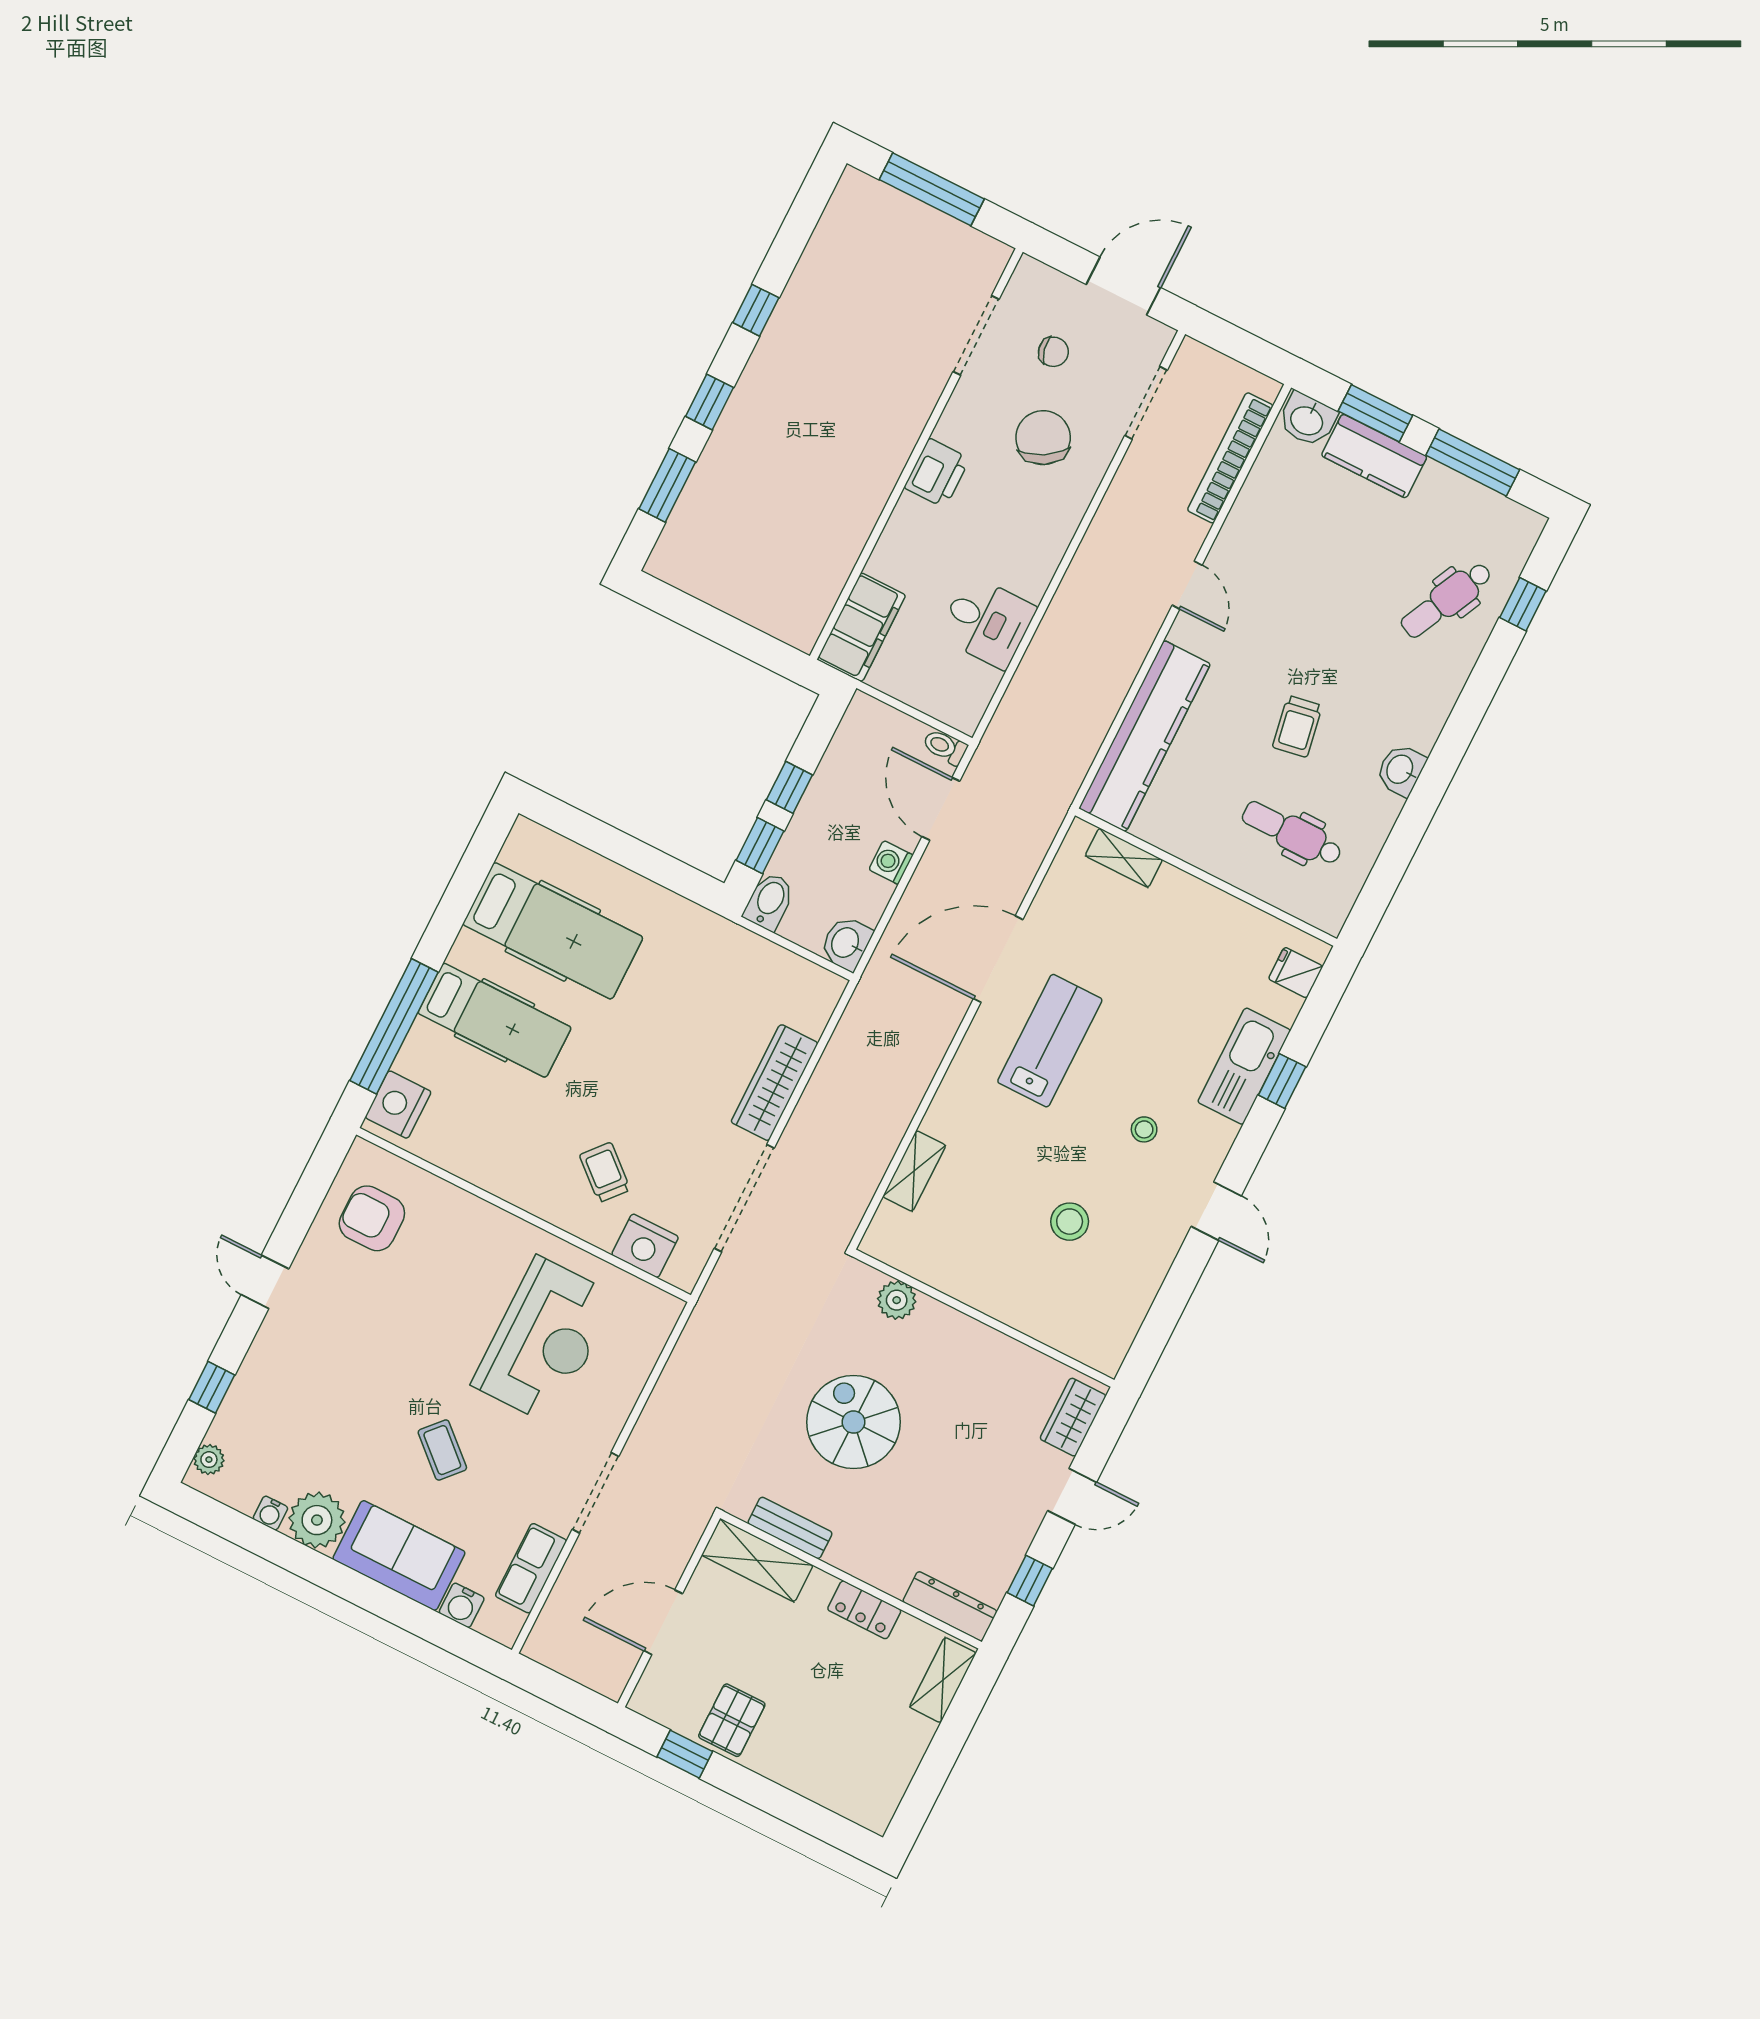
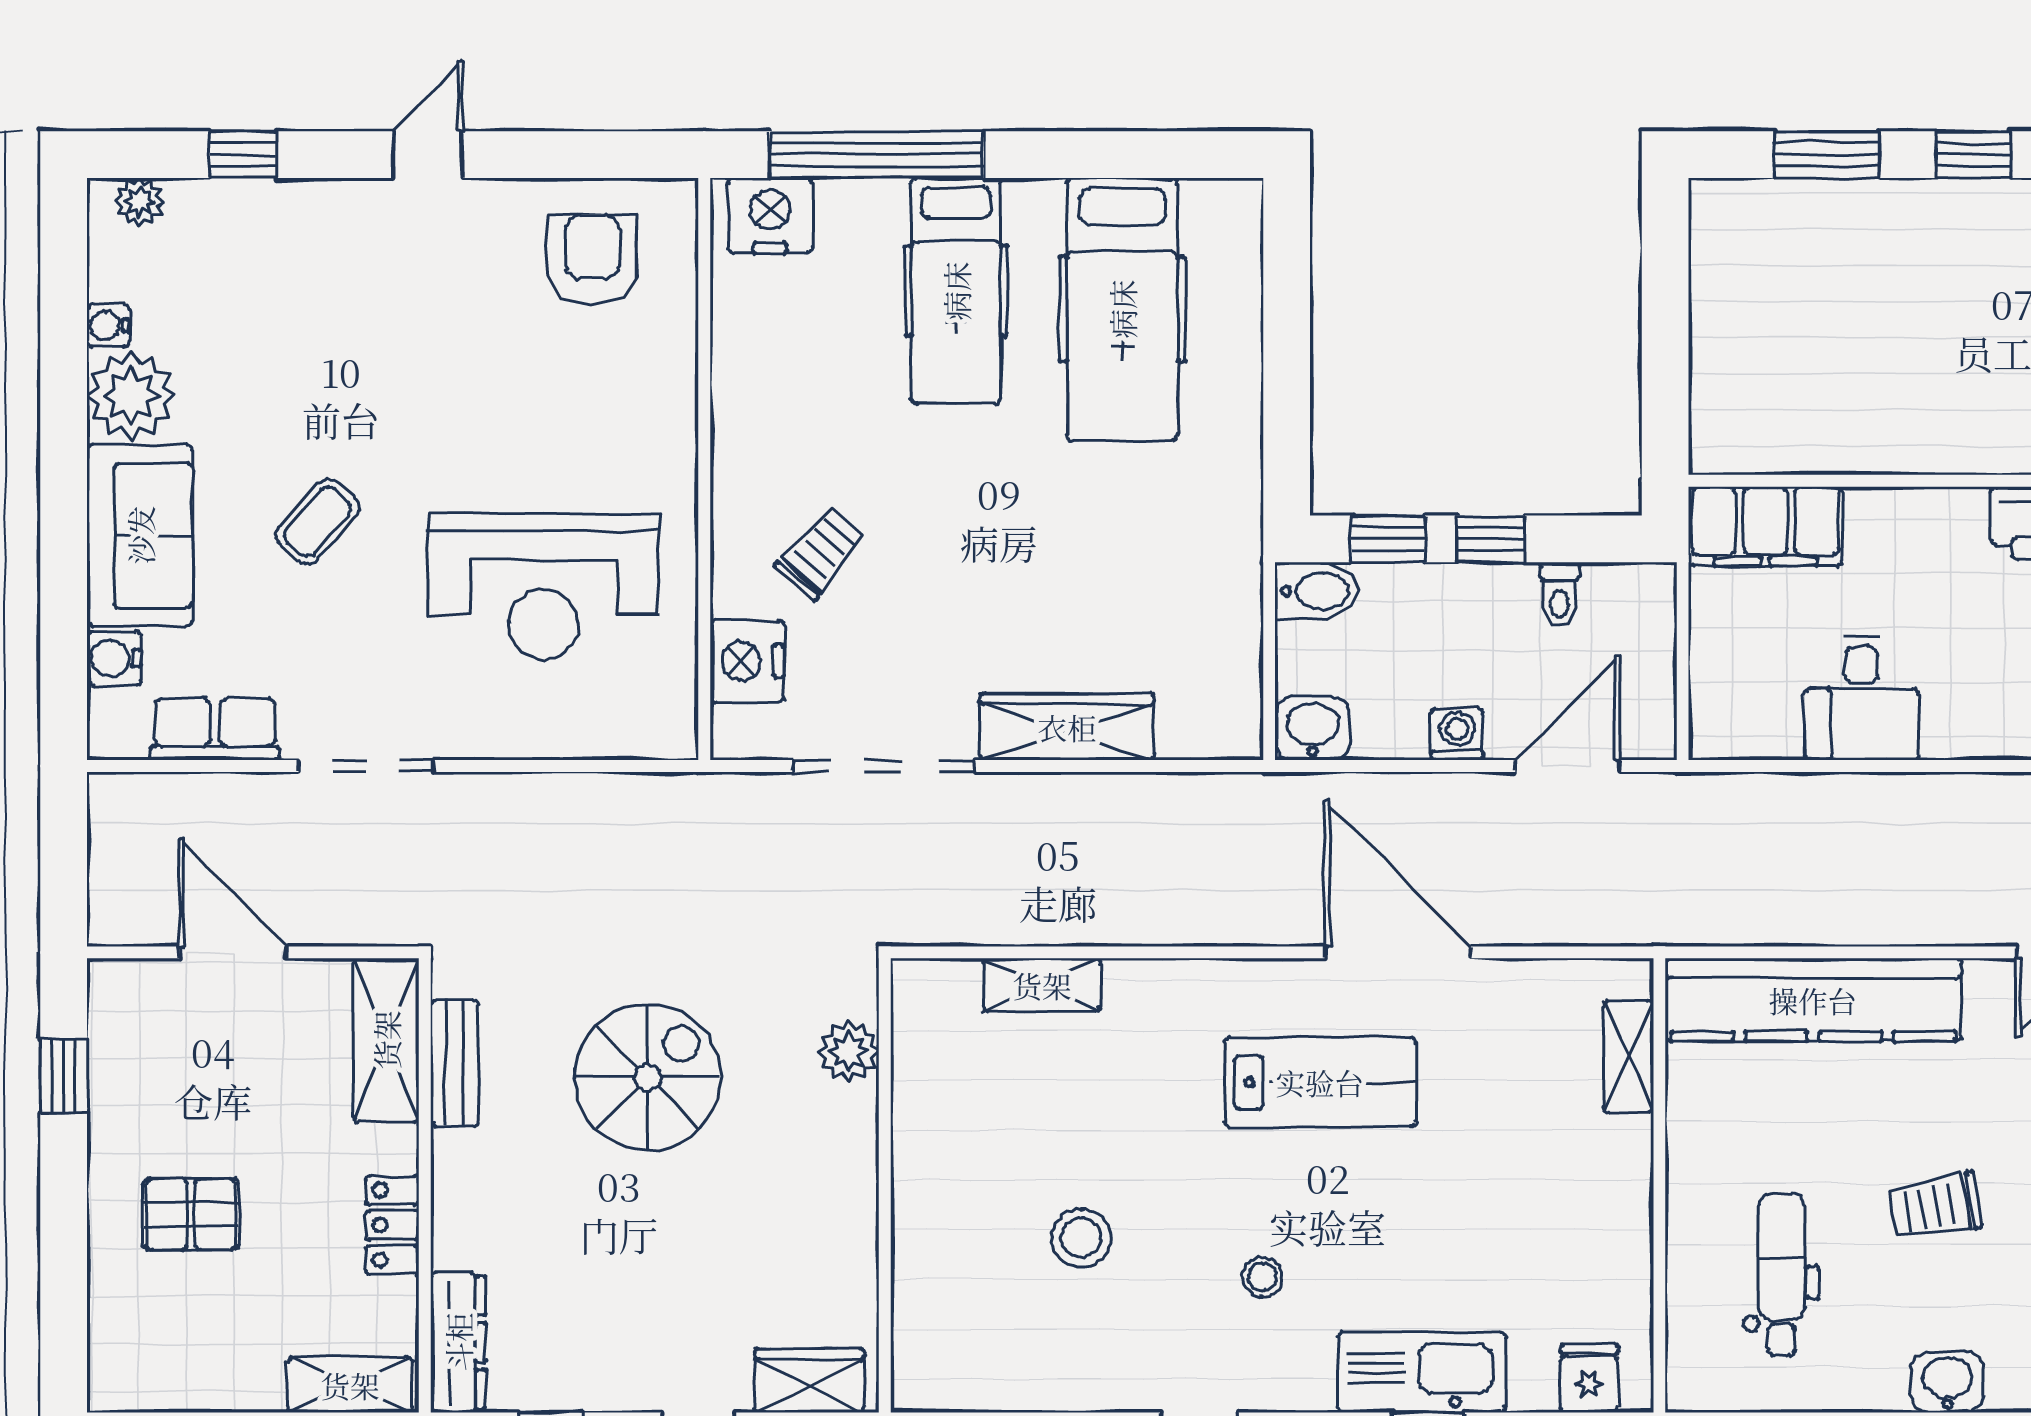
toilet: (945, 747) -> (1560, 595), moved, turned 180
pallet: (732, 1720) -> (191, 1214), moved

